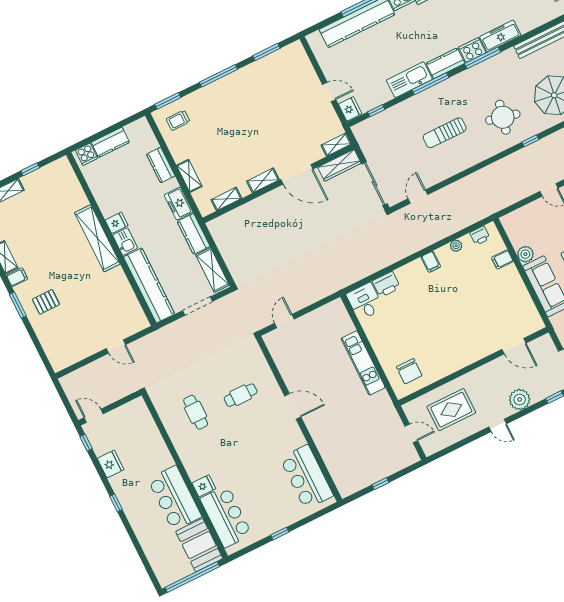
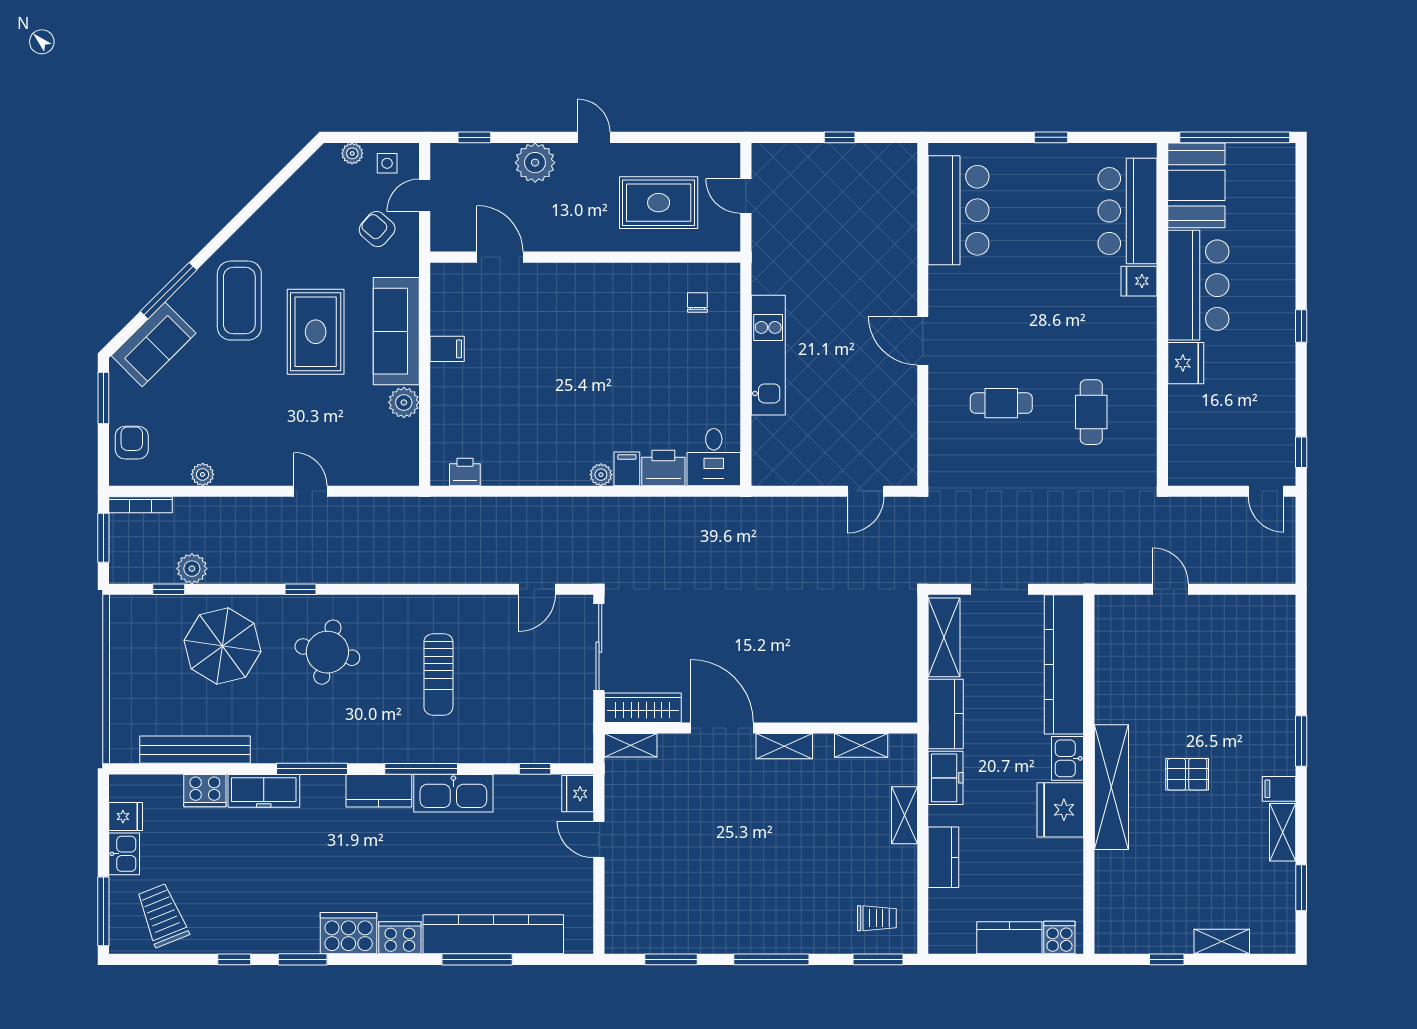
cooker: (472, 50) -> (205, 791), moved
sun lounger: (445, 133) -> (438, 674), turned 90
fridge: (117, 223) -> (1060, 810), width x1.88, depth x1.34
plant: (456, 246) -> (601, 475), moved
filing cabinet: (502, 259) -> (447, 349), moved
filing cabinet: (431, 262) -> (627, 469), moved
pallet: (46, 302) -> (1187, 774), moved
chair: (409, 371) -> (697, 303), width x0.54, depth x0.54
fridge: (111, 464) -> (1186, 363), moved, turned 180

